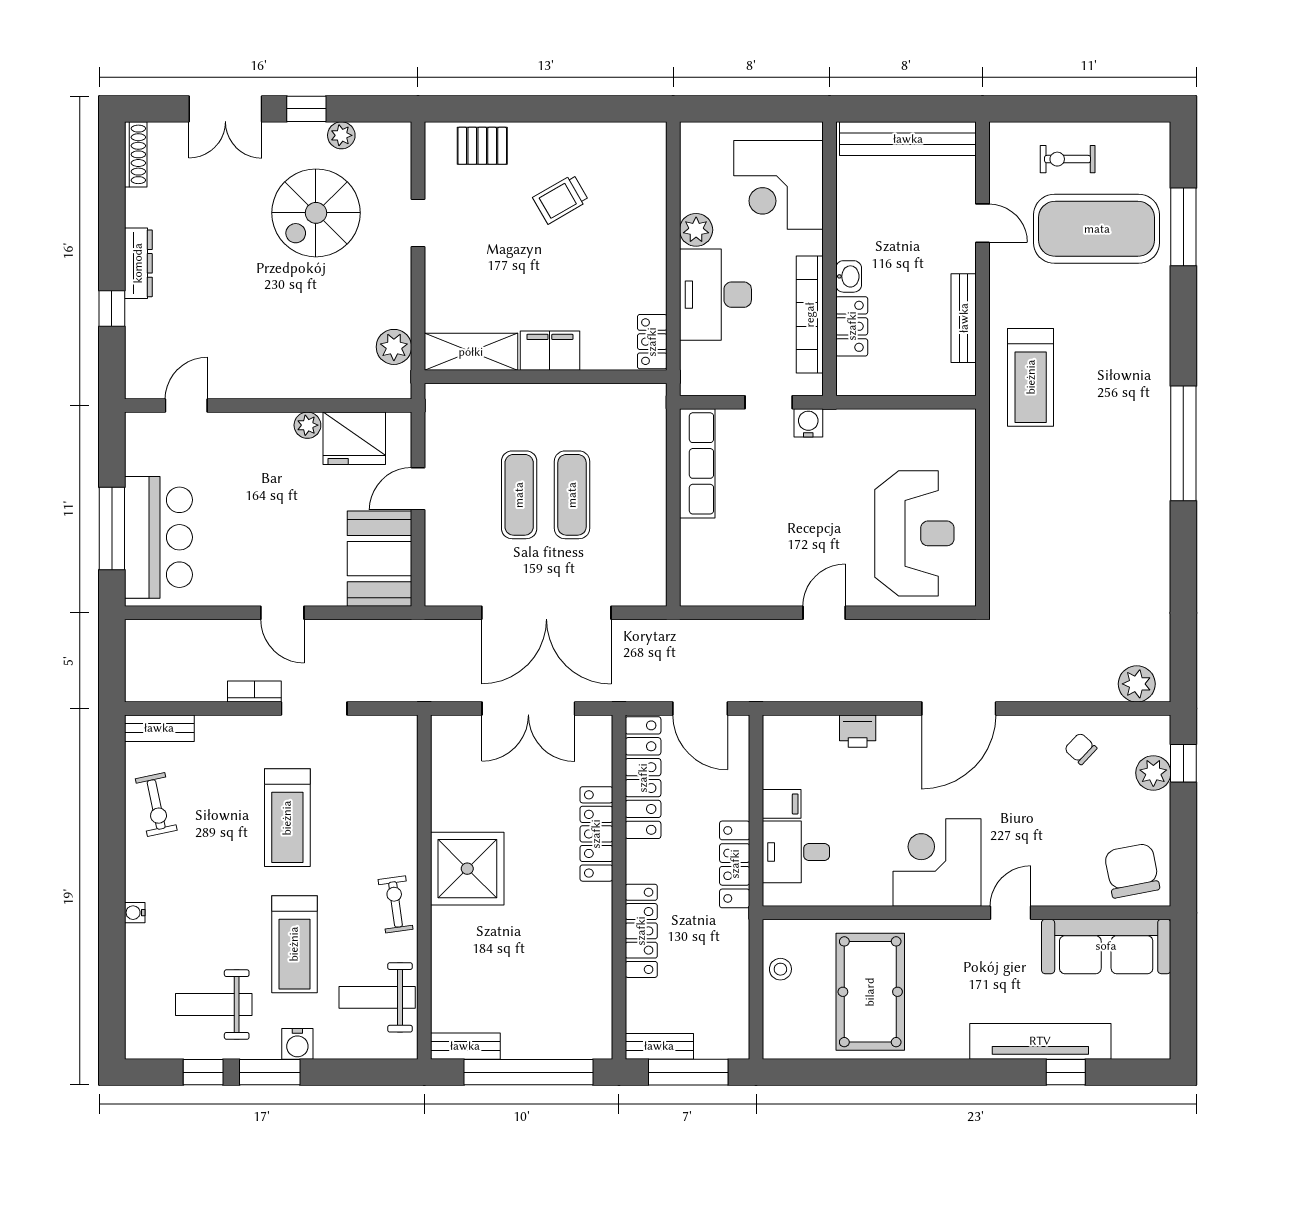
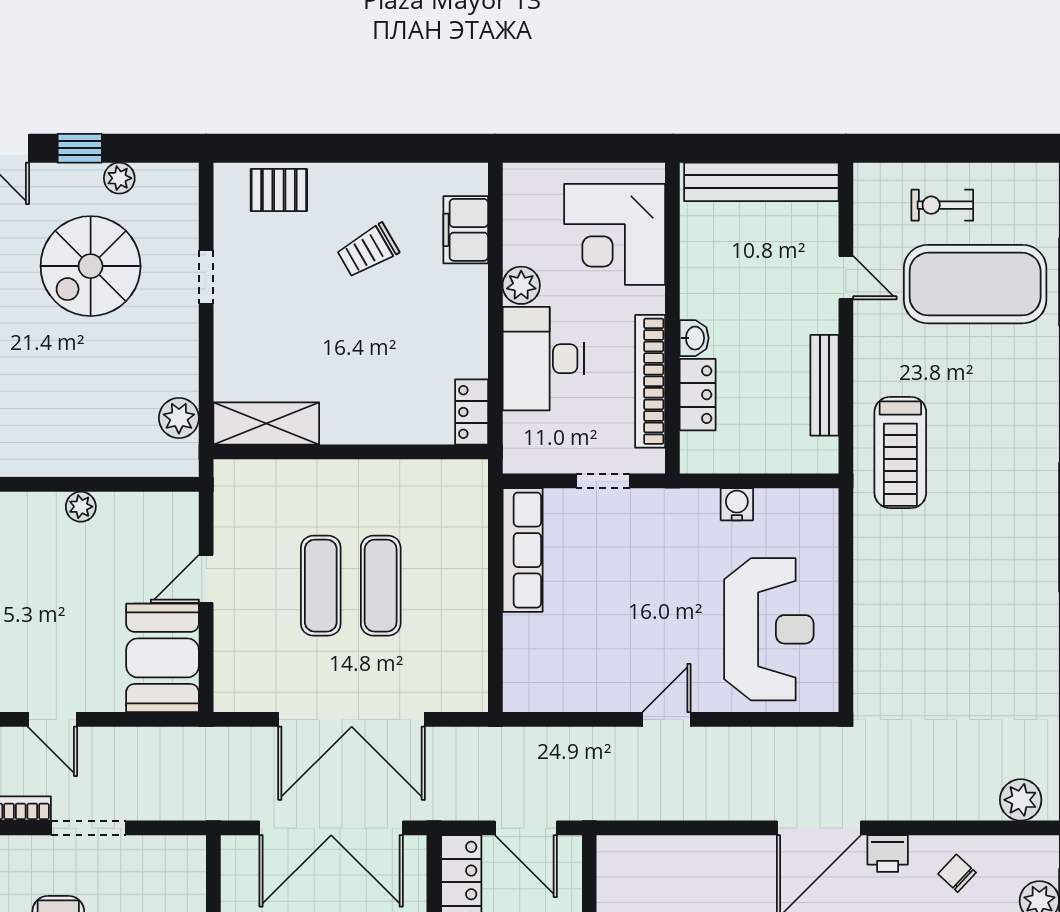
filing cabinet: (550, 351) -> (466, 230), moved, turned -90
water cooler: (808, 423) -> (737, 504), moved
fridge: (354, 438) -> (134, 522), removed
double door: (528, 709) -> (331, 828), width x1.36
printer: (858, 731) -> (888, 853), moved

